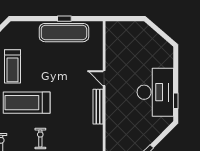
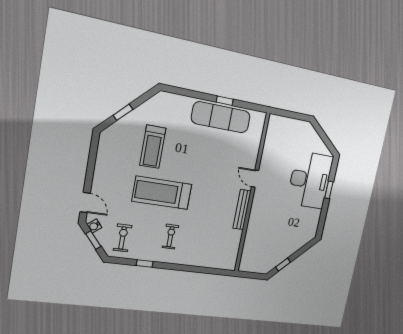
desk: (155, 92) -> (310, 180), moved
window: (176, 101) -> (329, 190), moved

